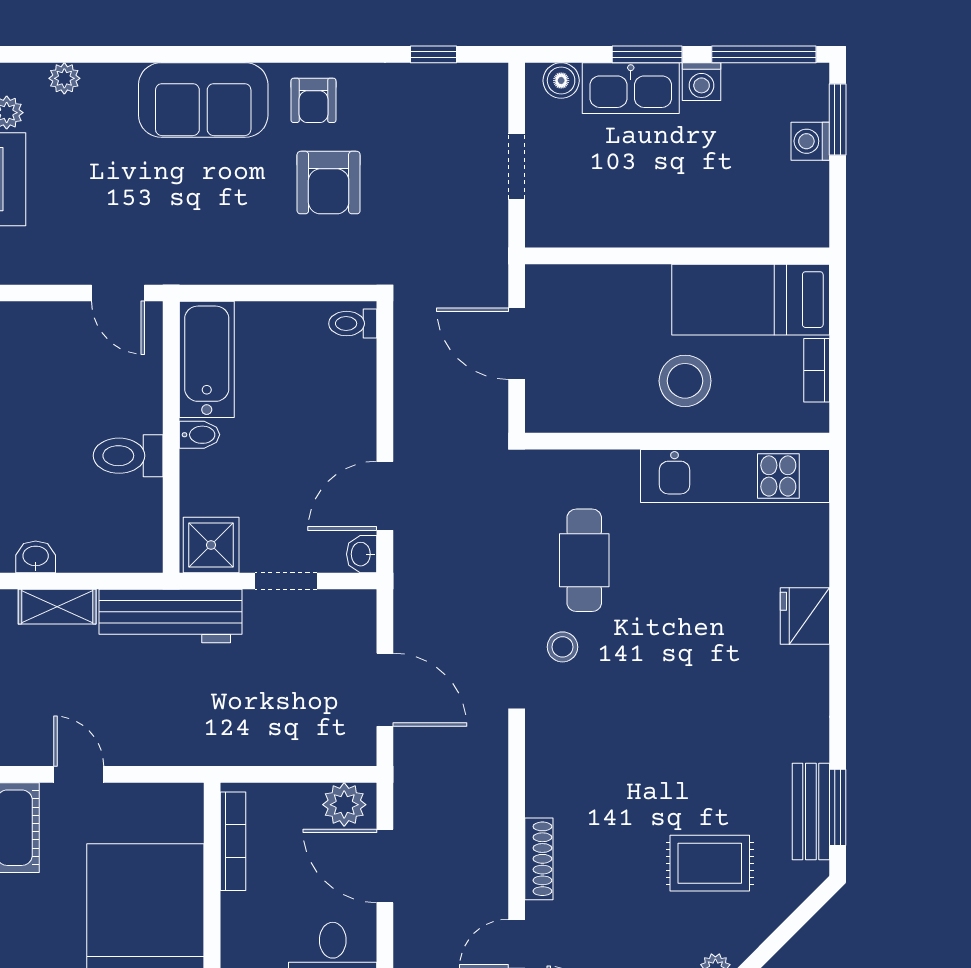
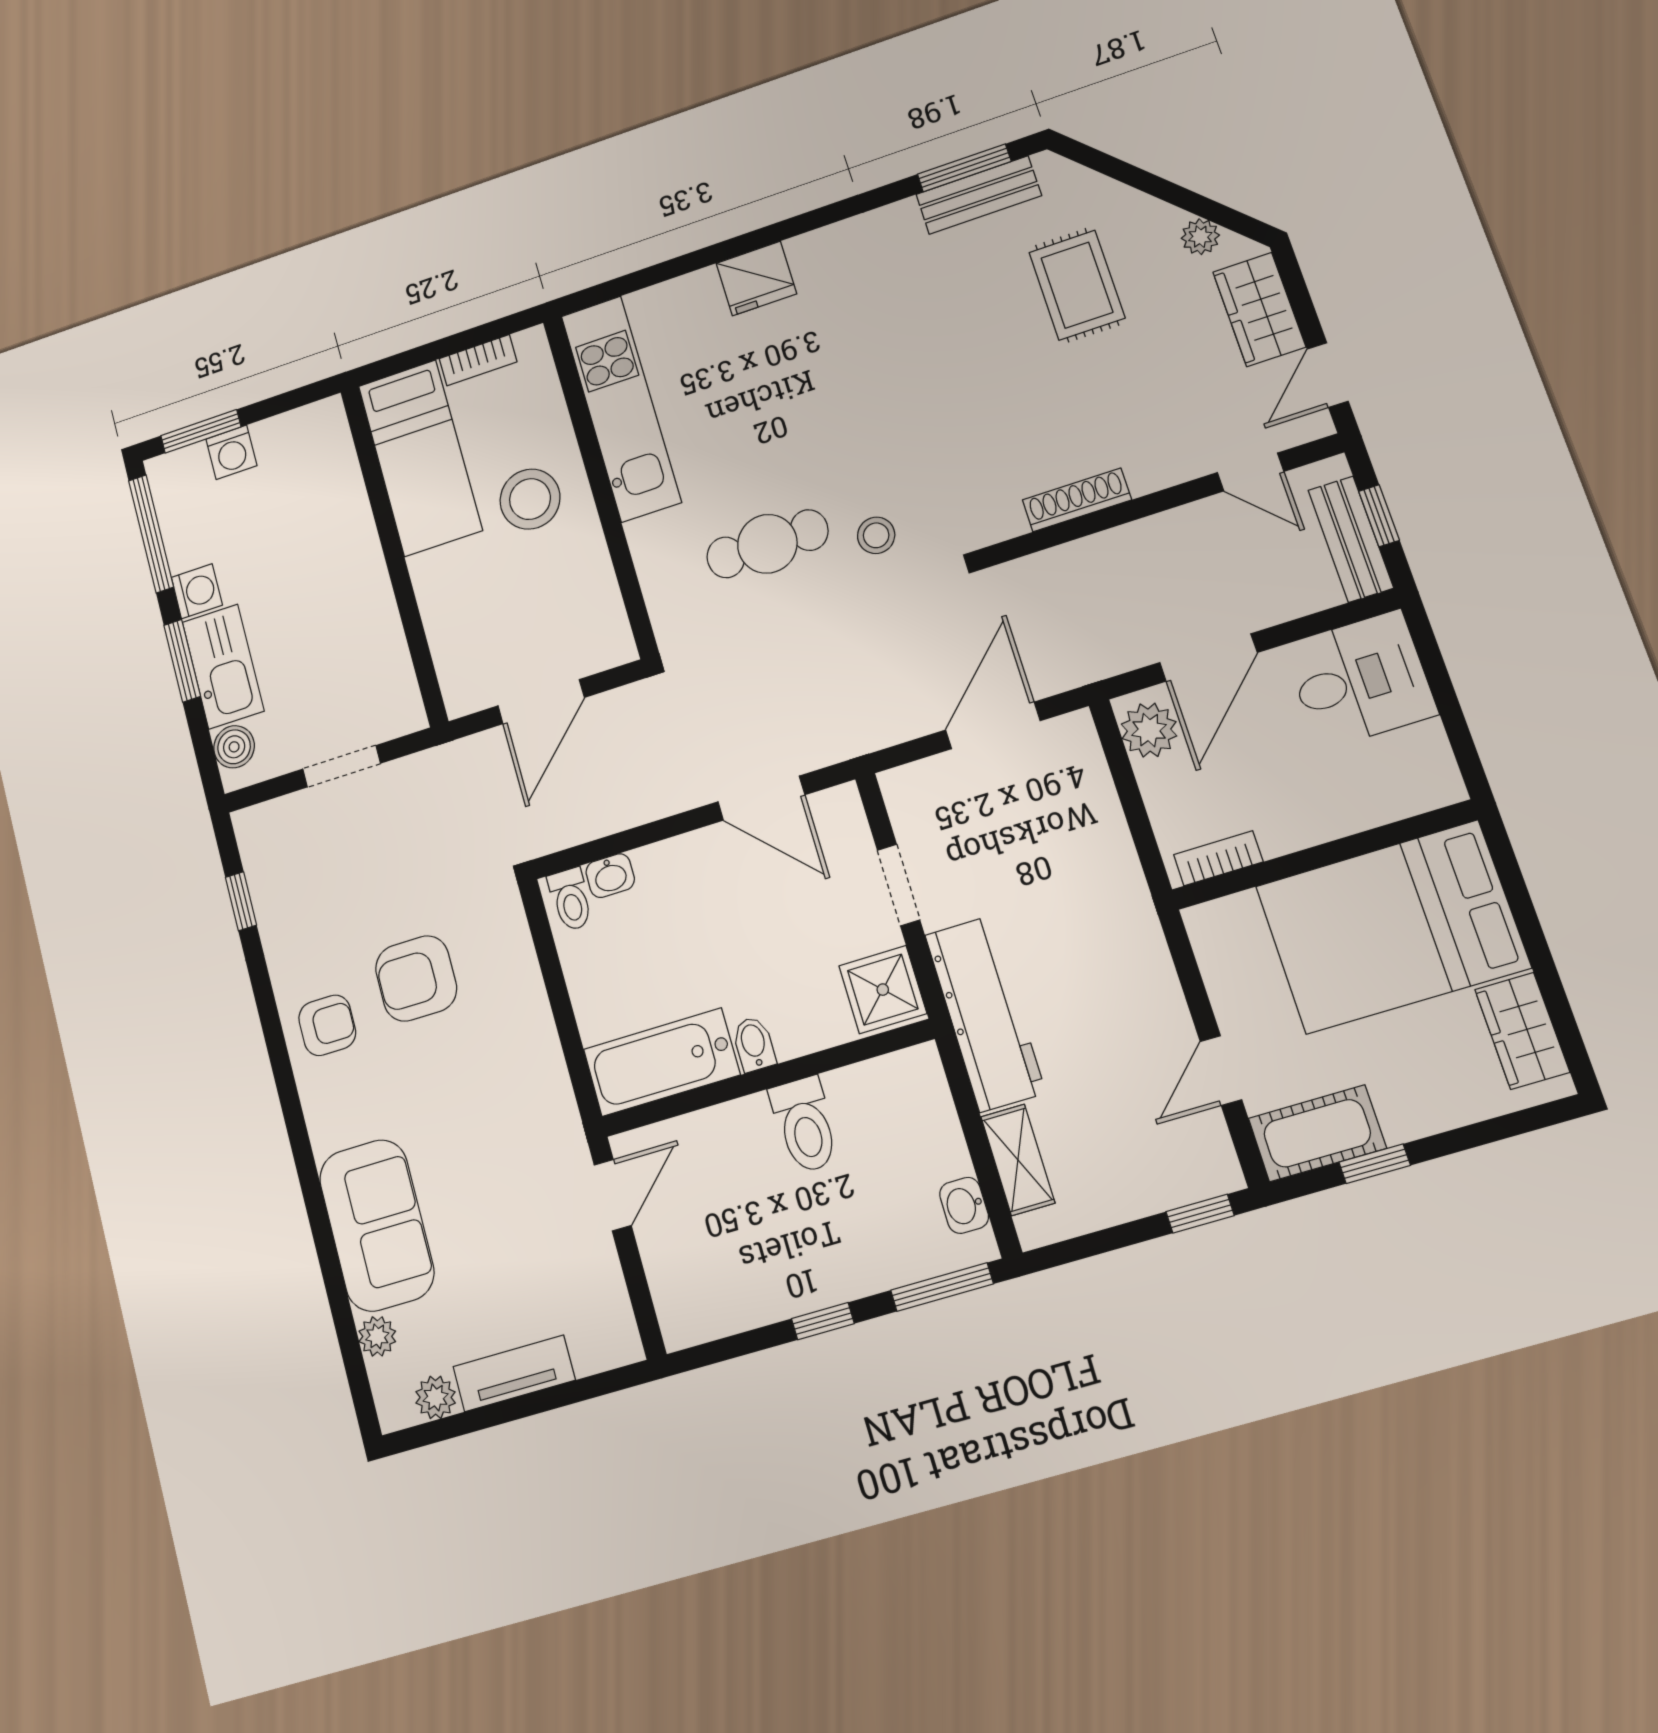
sofa: (203, 100) -> (377, 1225), moved
armchair: (329, 183) -> (416, 978), turned 180
washbasin: (362, 554) -> (610, 876), moved
bookcase: (233, 841) -> (1218, 858), width x0.64
shoe rack: (539, 859) -> (1077, 500), moved

